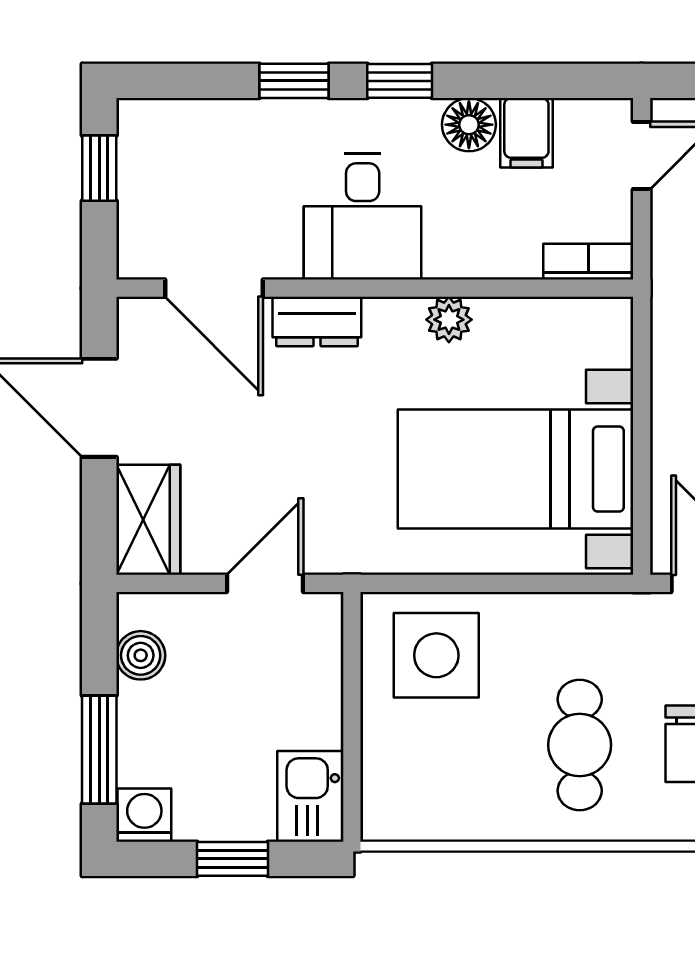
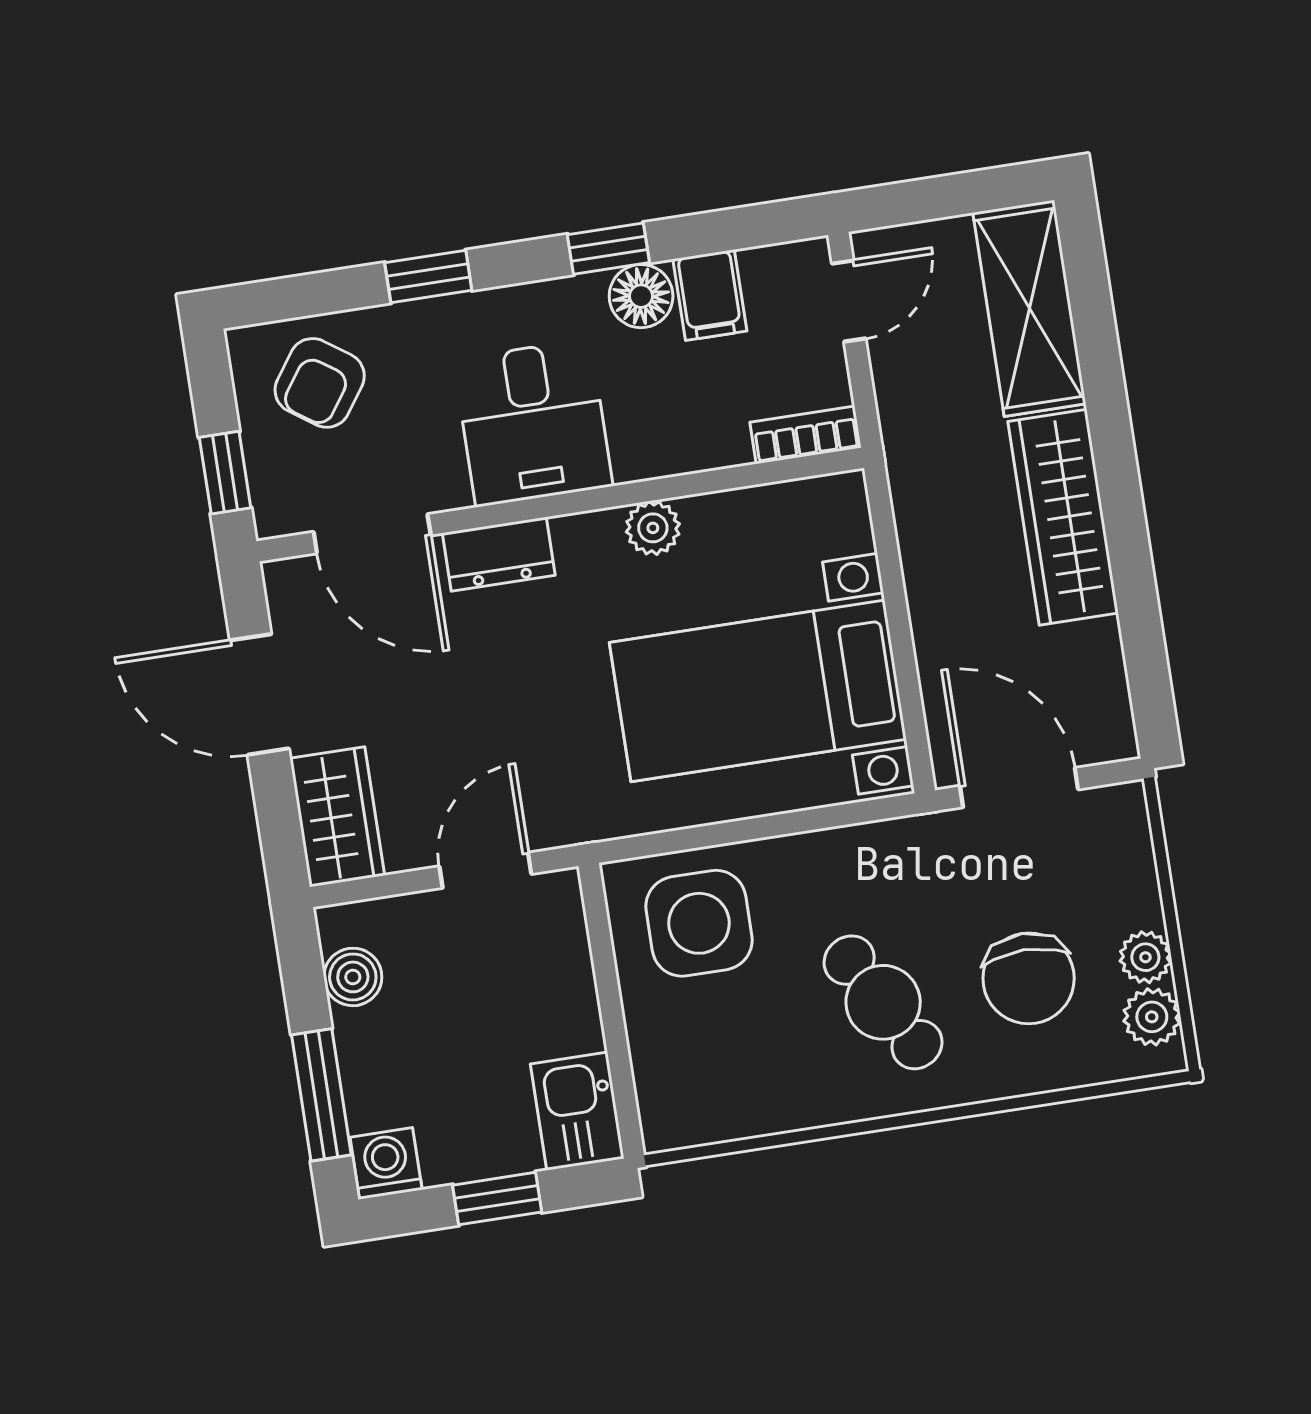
window: (400, 81) -> (608, 249), moved
armchair: (190, 156) -> (320, 383), added
window: (99, 168) -> (225, 473), moved
cafe table: (580, 745) -> (883, 1002), turned -30

